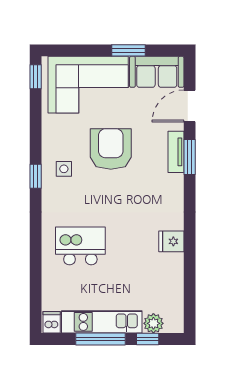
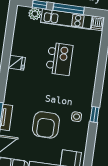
kitchen island: (80, 246) -> (59, 59), moved, turned -90

